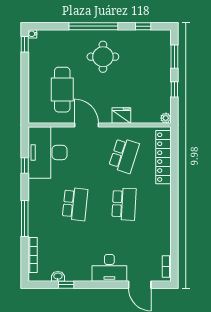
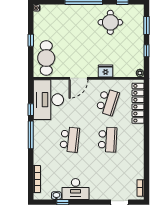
window: (25, 44) -> (31, 40), moved
round table: (103, 57) -> (110, 22), moved
cafe table: (62, 90) -> (46, 58), moved
door: (87, 125) -> (79, 78), swing flipped
window: (25, 218) -> (31, 135), moved
desk: (109, 268) -> (76, 189), moved

